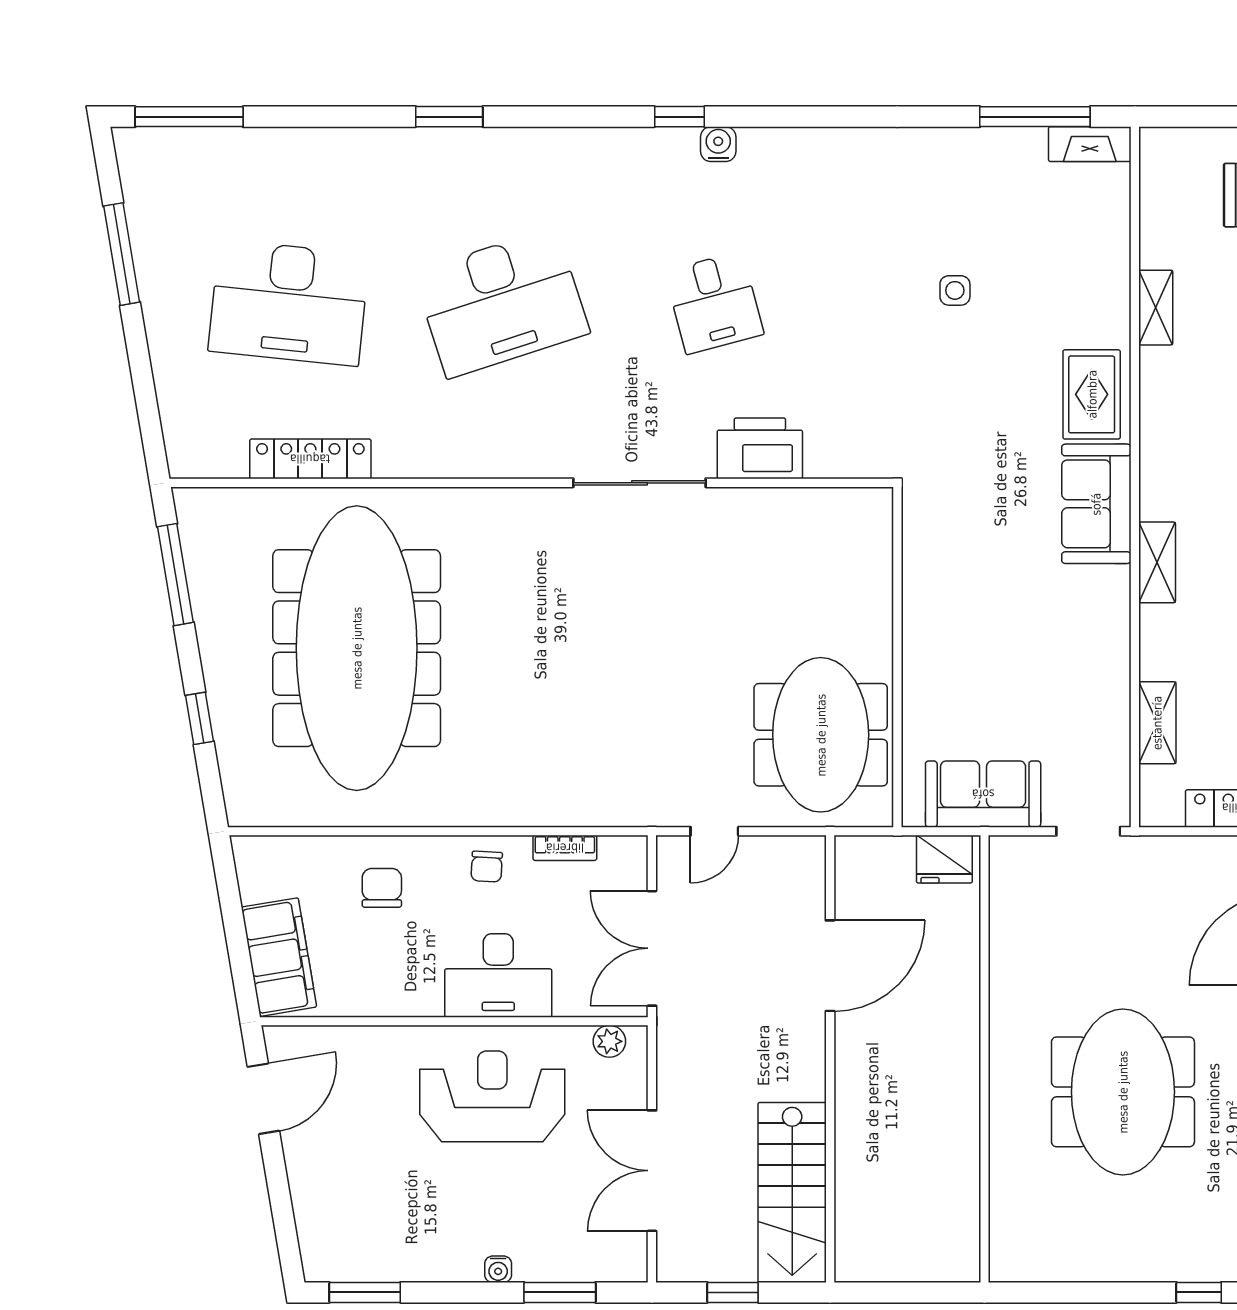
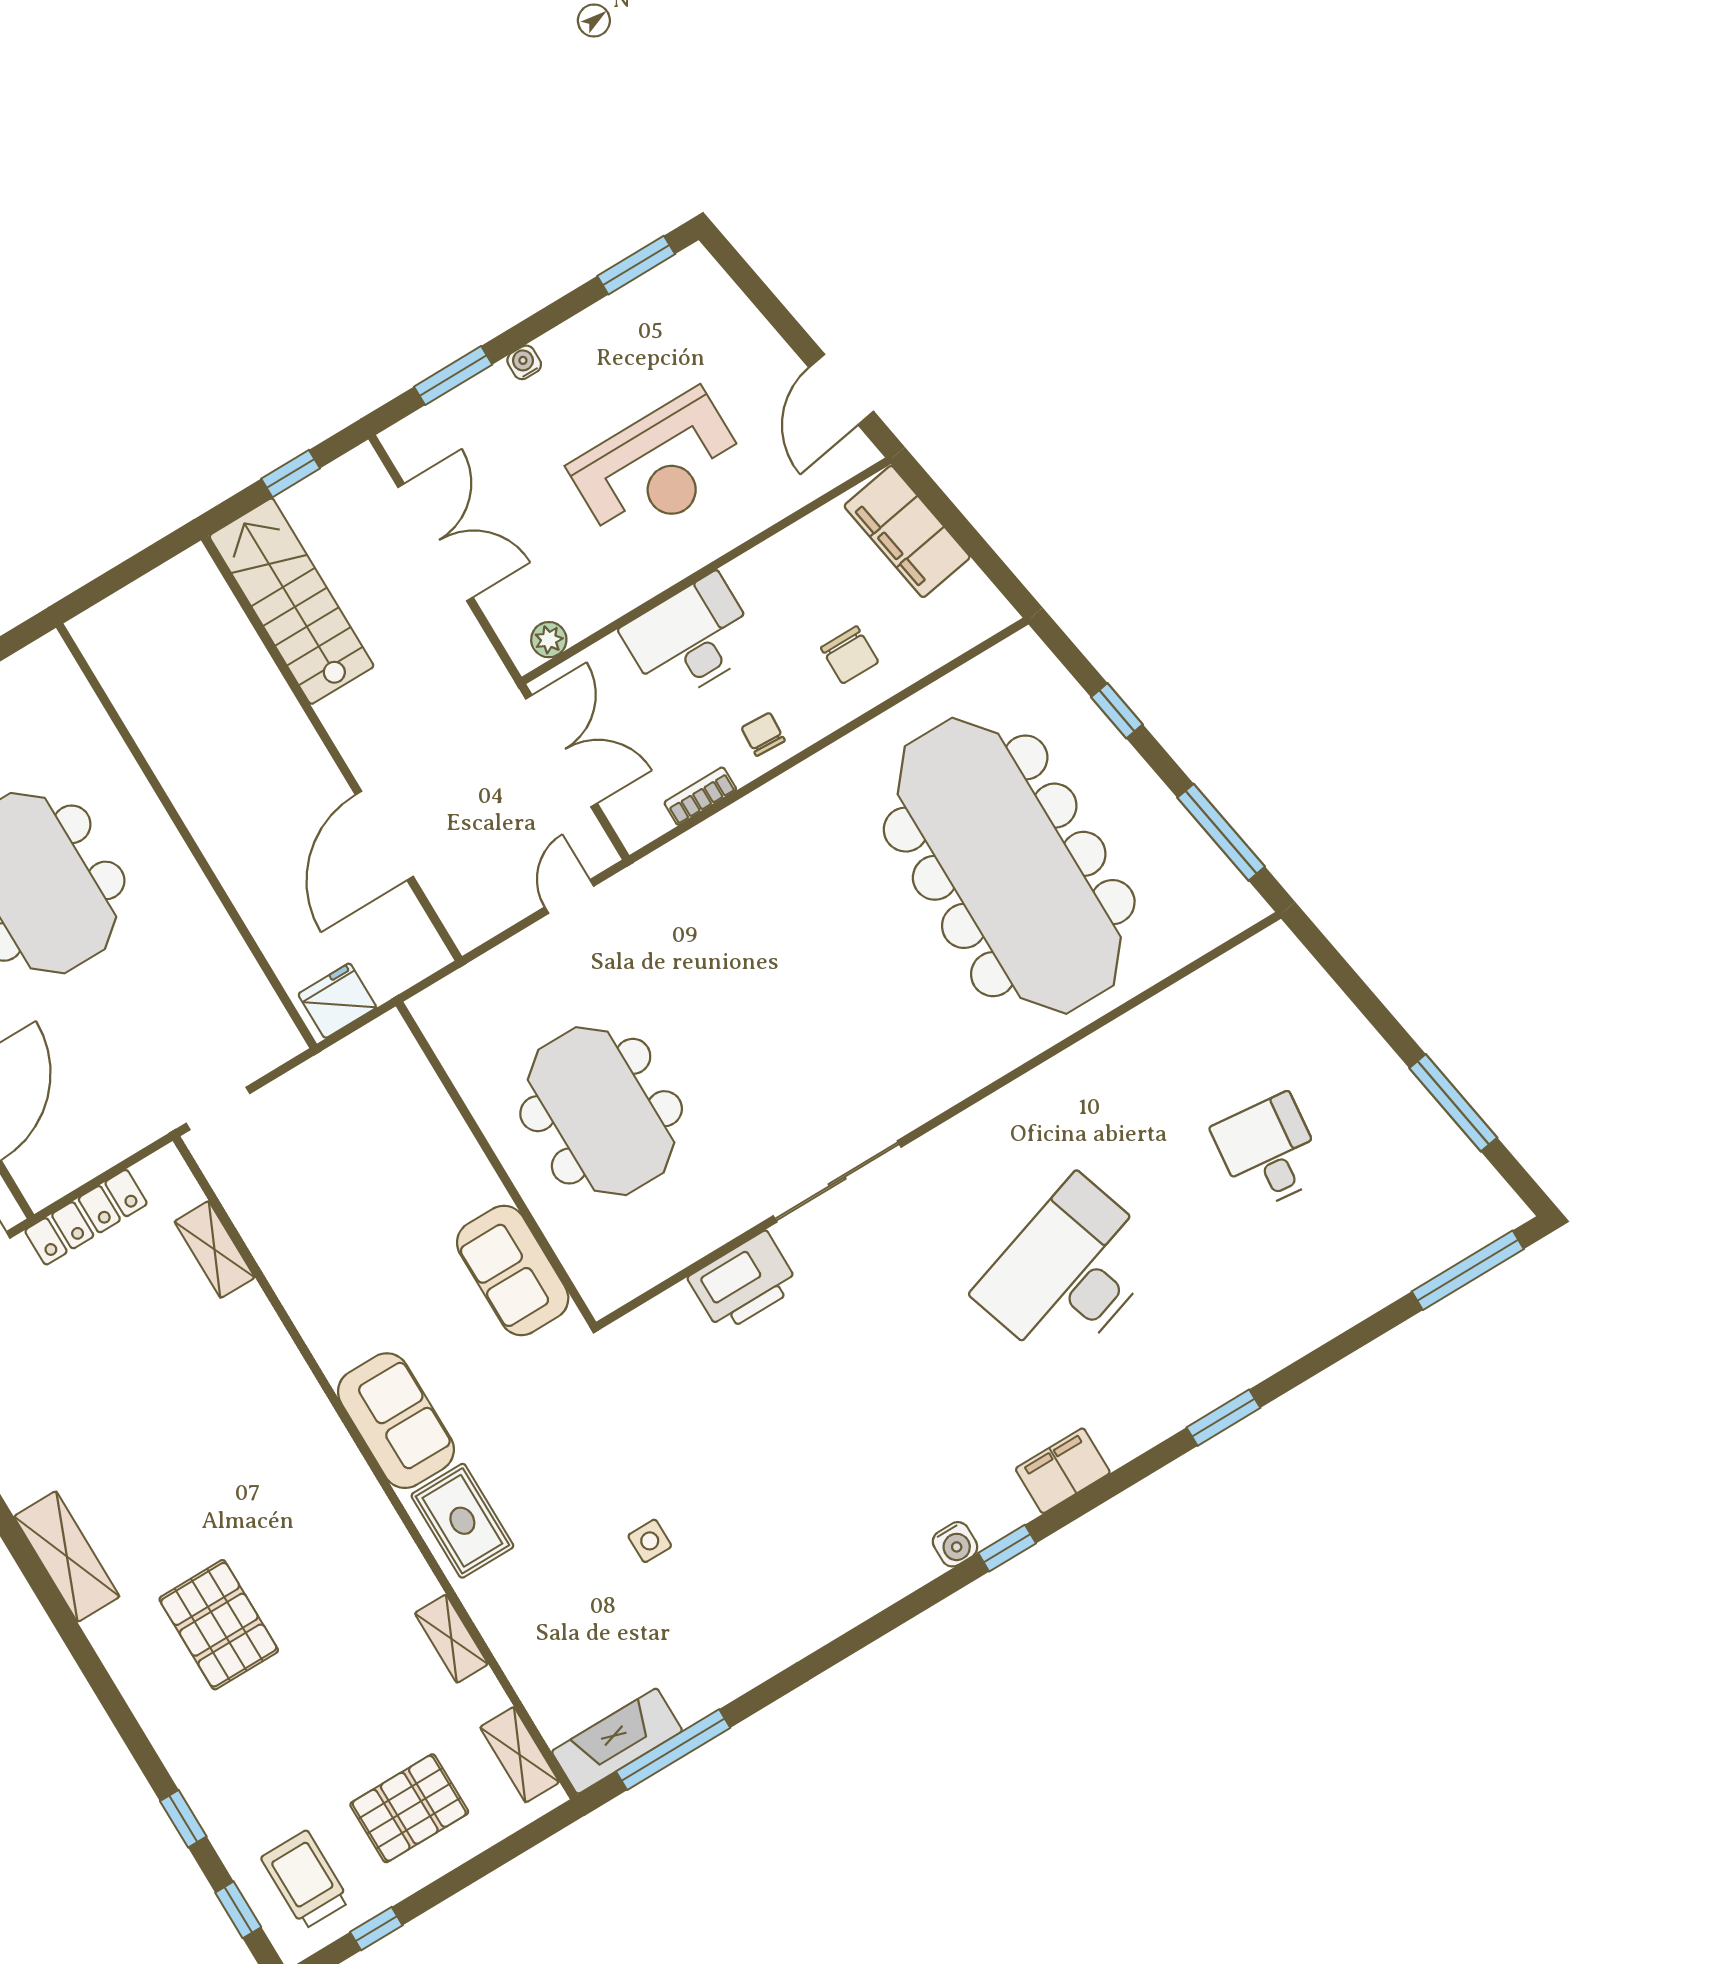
fireplace: (1090, 144) -> (617, 1741), width x1.37, depth x1.32
filing cabinet: (599, 151) -> (1063, 1471), added
desk: (289, 303) -> (1269, 1152), width x0.53, depth x0.77
desk: (714, 303) -> (869, 1393), removed
locker: (310, 459) -> (1160, 1017), removed
shelving: (1157, 562) -> (520, 1755), moved
meeting table: (821, 735) -> (601, 1111), moved
sofa: (983, 794) -> (513, 1270), moved, turned 90
reception desk: (492, 1096) -> (658, 468), moved

